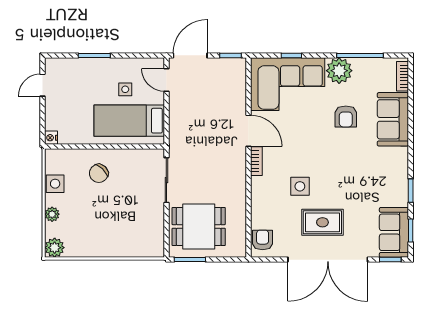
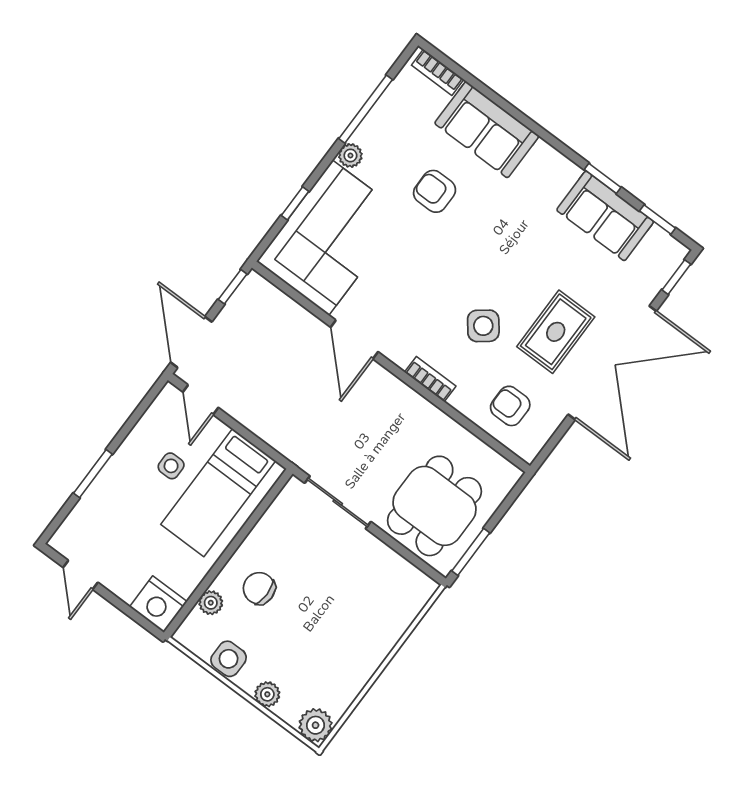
plant: (339, 71) -> (350, 155), width x0.53, depth x0.53
door: (166, 80) -> (201, 400), hinge flipped
armchair: (346, 116) -> (435, 191), turned 180
door: (248, 131) -> (354, 339), swing flipped
nightstand: (51, 138) -> (158, 604), width x1.89, depth x1.79
plant: (75, 156) -> (211, 603), added
bookcase: (256, 161) -> (430, 379), moved
chair: (99, 173) -> (259, 588), turned 136
side table: (300, 186) -> (483, 326), turned -38
sofa: (394, 232) -> (605, 216), moved
armchair: (263, 240) -> (510, 406), moved

